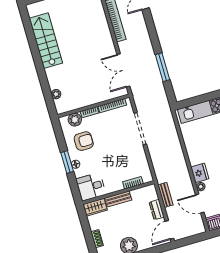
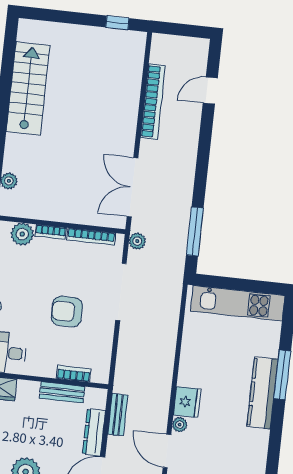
window: (163, 67) -> (195, 231), moved
plant: (138, 98) -> (137, 241), added
armchair: (84, 141) -> (67, 312), moved, turned 180
bench: (118, 199) -> (62, 392), moved
dresser: (157, 210) -> (94, 432), width x1.44

